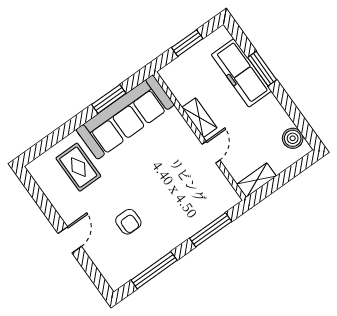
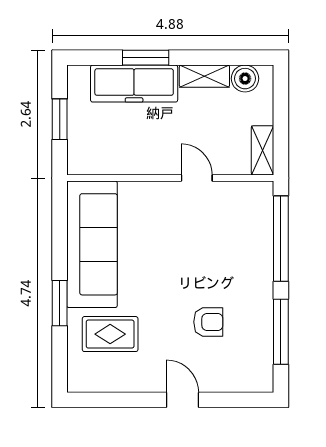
window: (109, 99) -> (60, 303), moved
shelving: (199, 118) -> (204, 76), moved
window: (211, 230) -> (281, 239), width x1.46

